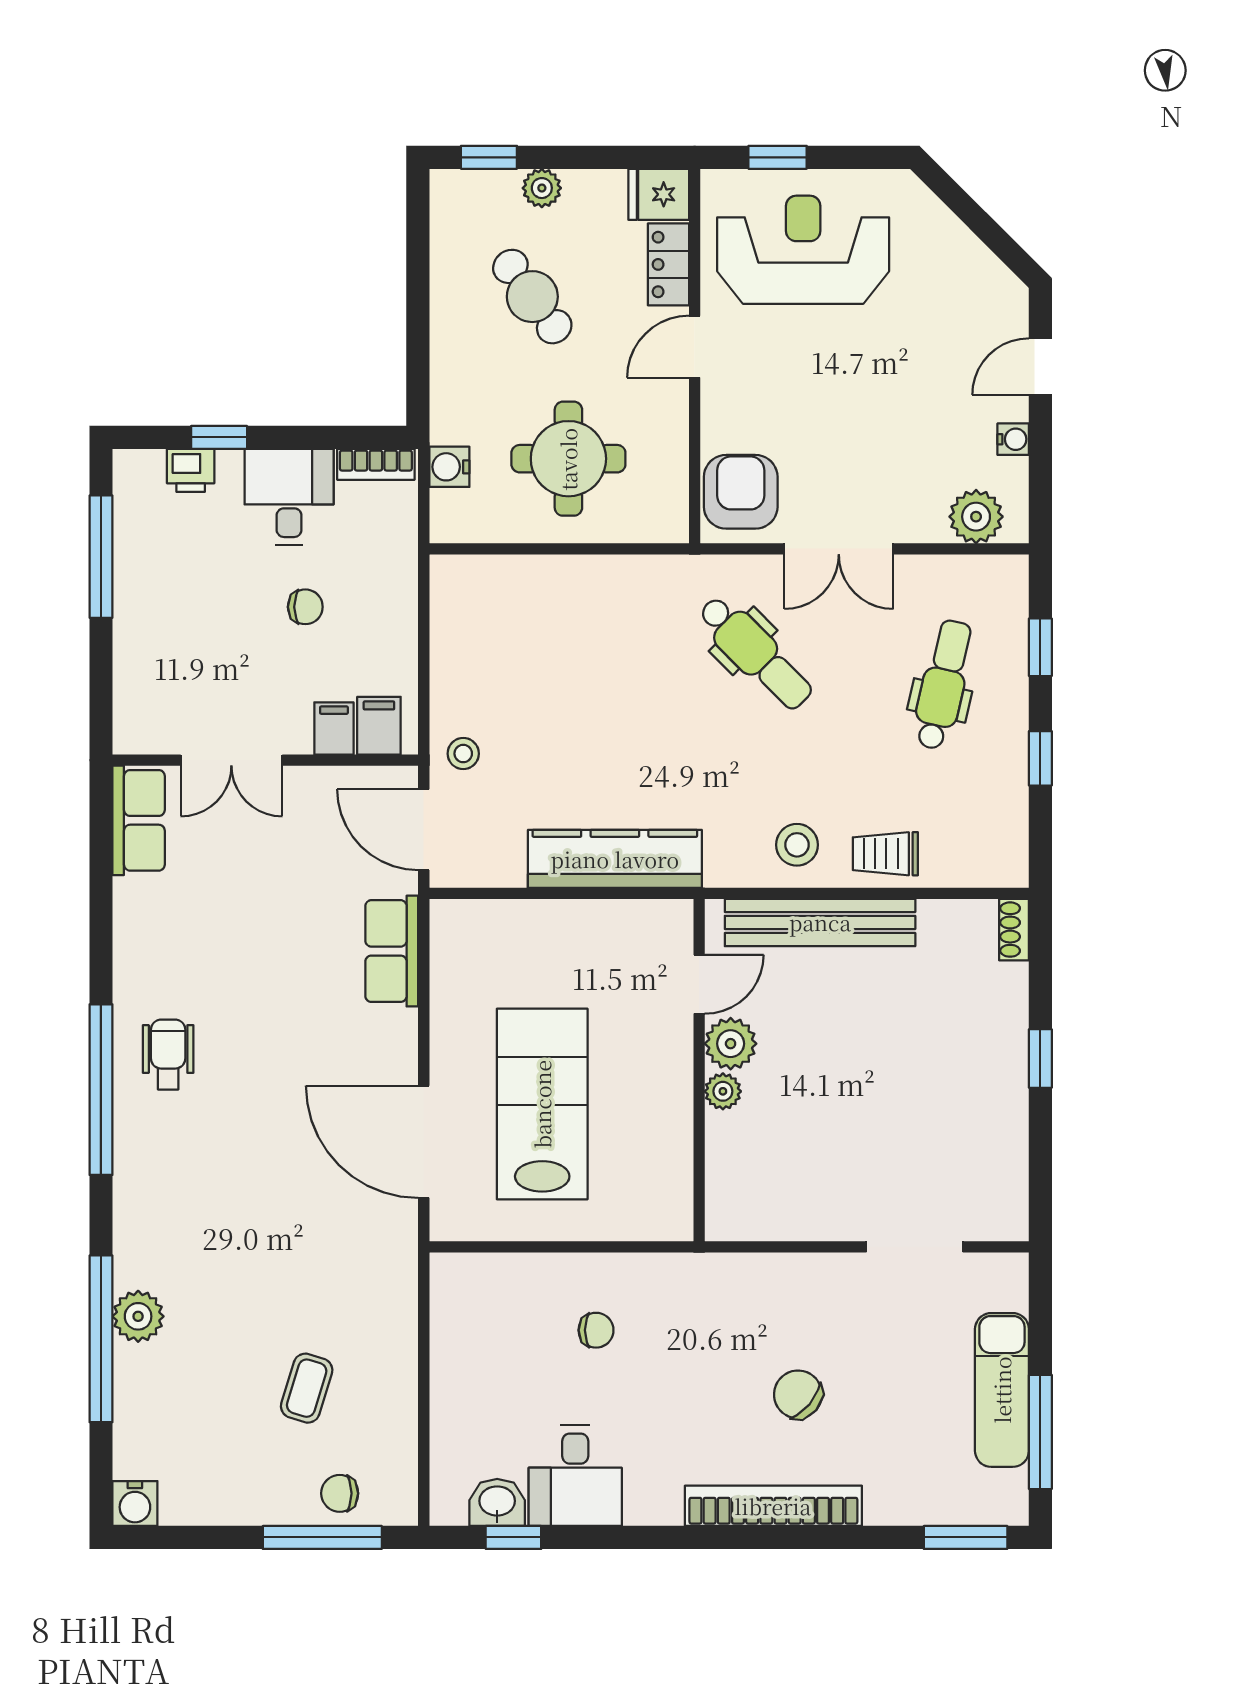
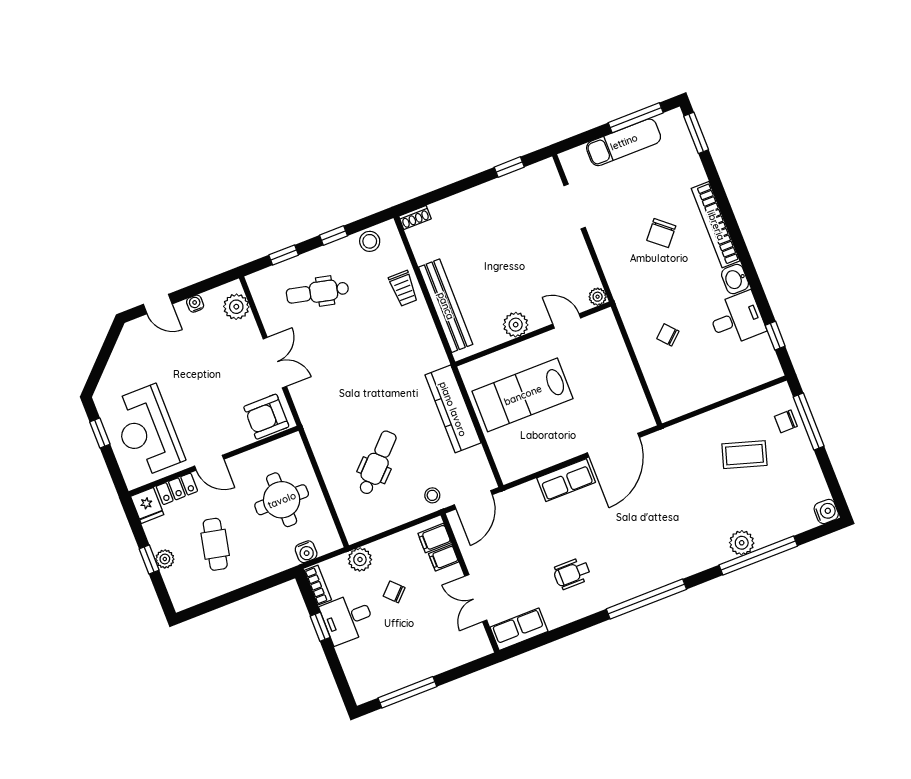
window: (489, 157) -> (149, 559), moved
window: (778, 157) -> (100, 433), moved
cafe table: (532, 297) -> (215, 544), turned -42
window: (219, 437) -> (320, 627), moved
printer: (191, 470) -> (353, 667), removed
plant: (394, 565) -> (360, 559), added
chair: (305, 607) -> (394, 592), turned -45
dental chair: (755, 653) -> (377, 463), moved
double door: (231, 760) -> (476, 598), swing flipped
stool: (797, 845) -> (370, 241), moved
row of seats: (392, 951) -> (566, 480), moved
door: (699, 984) -> (567, 321), moved
wheelchair: (168, 1055) -> (572, 573), moved
window: (1040, 1059) -> (509, 167), moved
plant: (723, 1091) -> (598, 297), moved
lab bench: (542, 1104) -> (523, 395), moved
chair: (596, 1330) -> (668, 335), turned -42
coffee table: (307, 1388) -> (744, 455), width x1.36, depth x1.30
chair: (340, 1493) -> (786, 421), turned 90
washbasin: (497, 1502) -> (735, 279), moved

